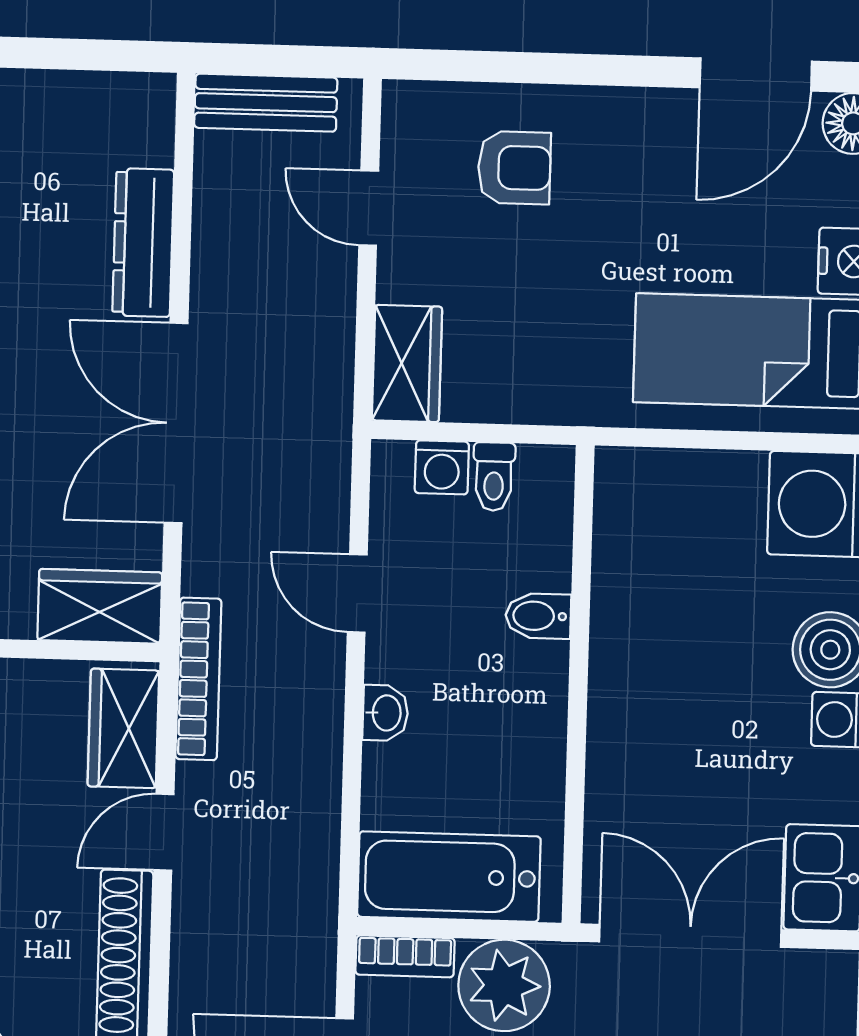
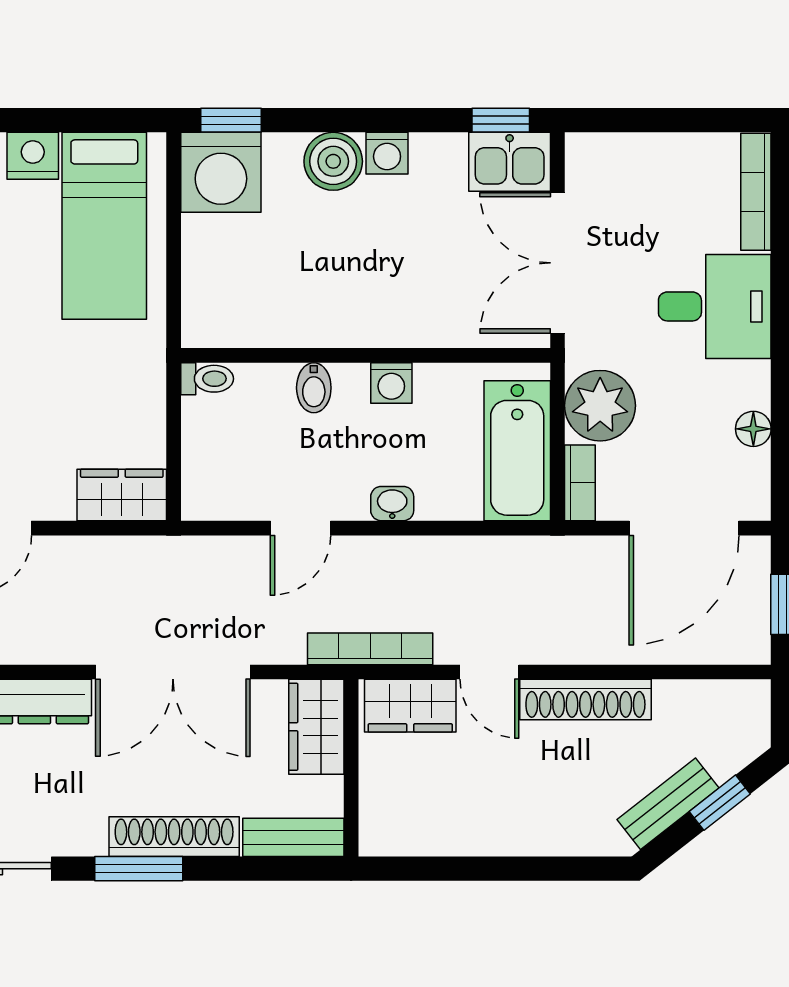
washing machine: (442, 467) -> (391, 383), moved, turned 90
toilet: (494, 477) -> (207, 379), moved

